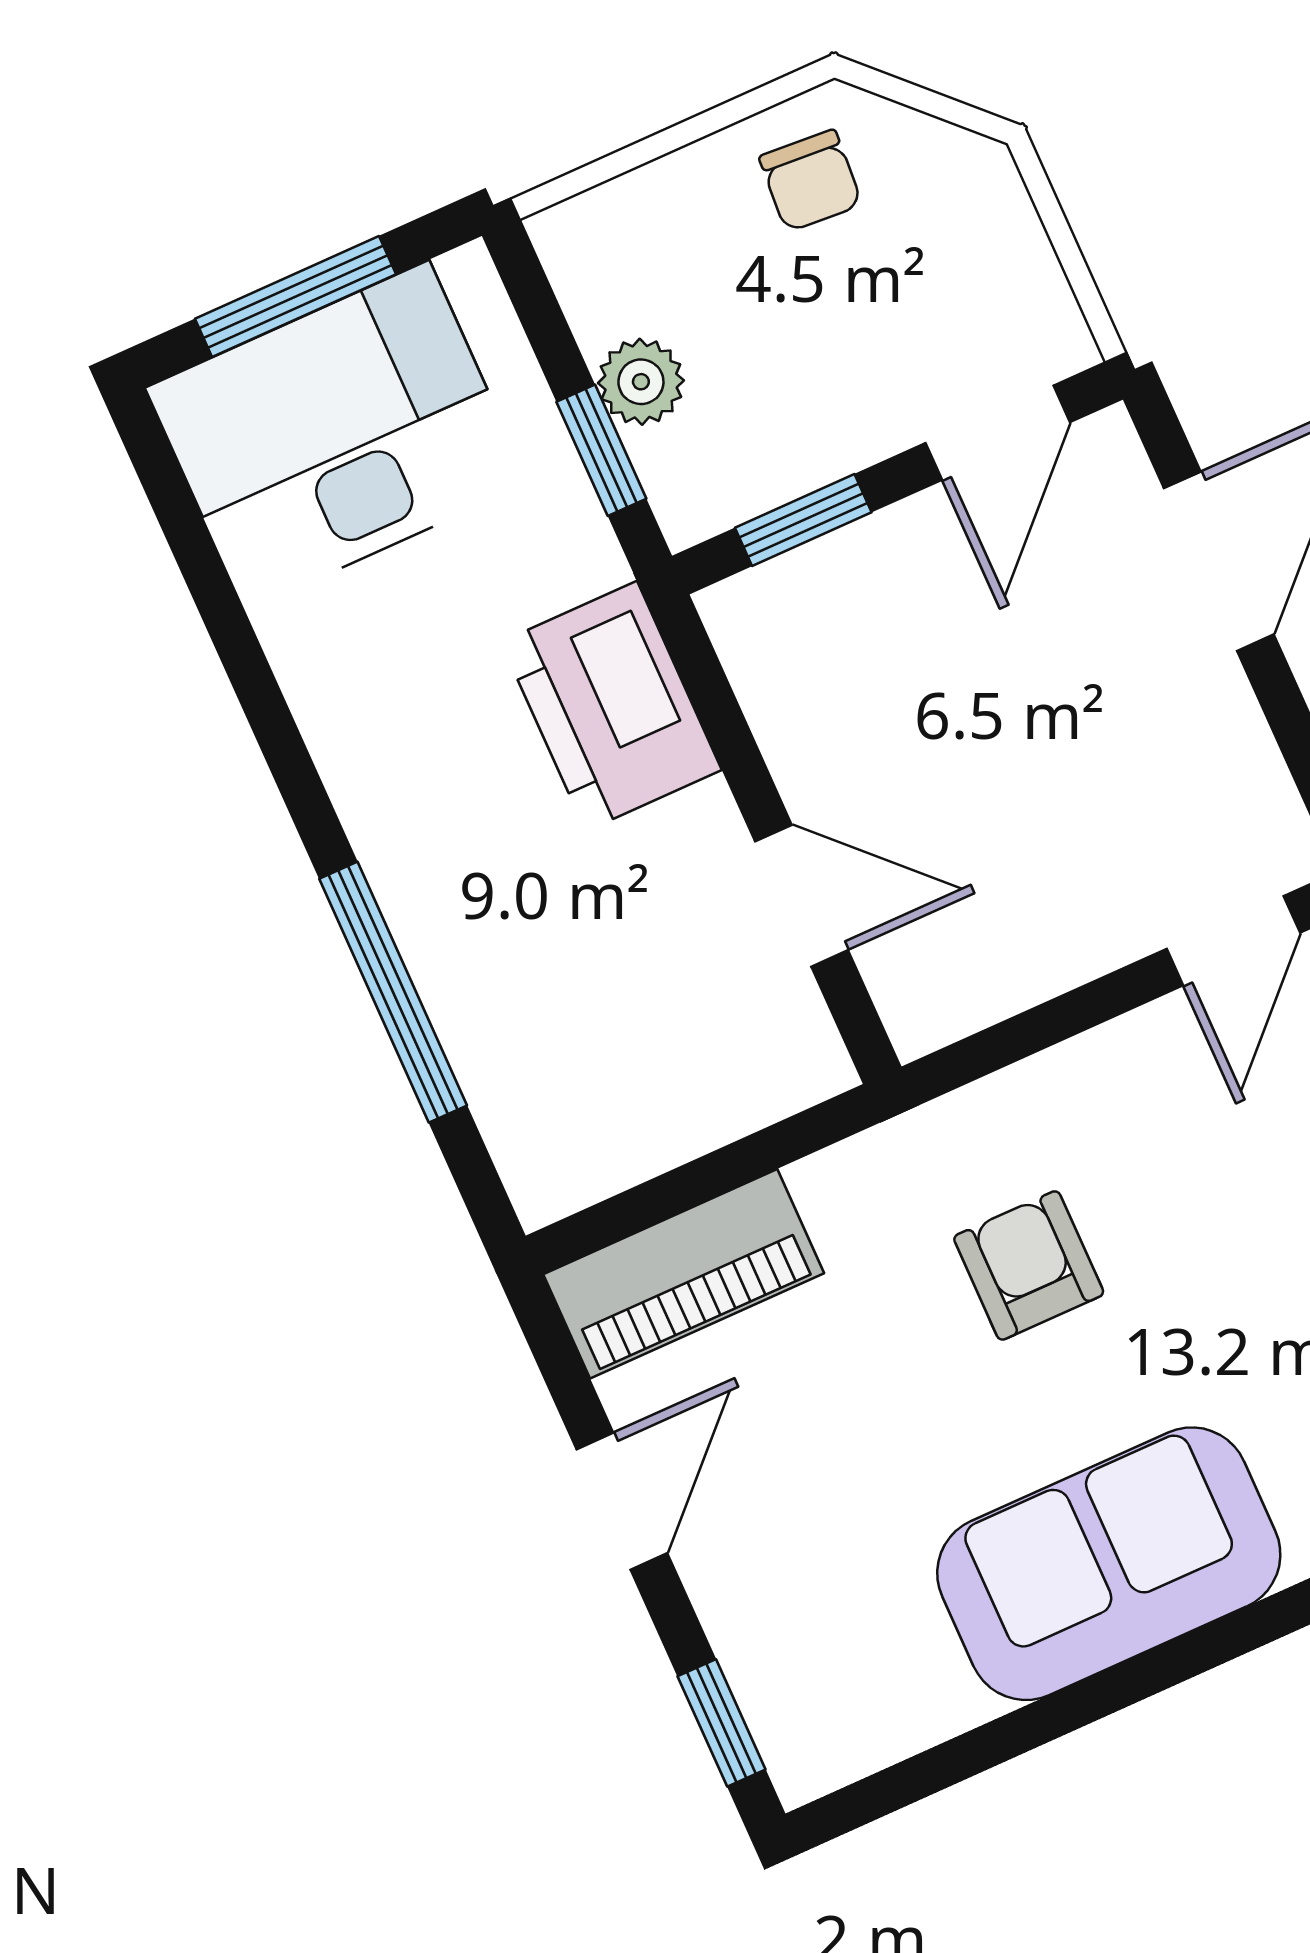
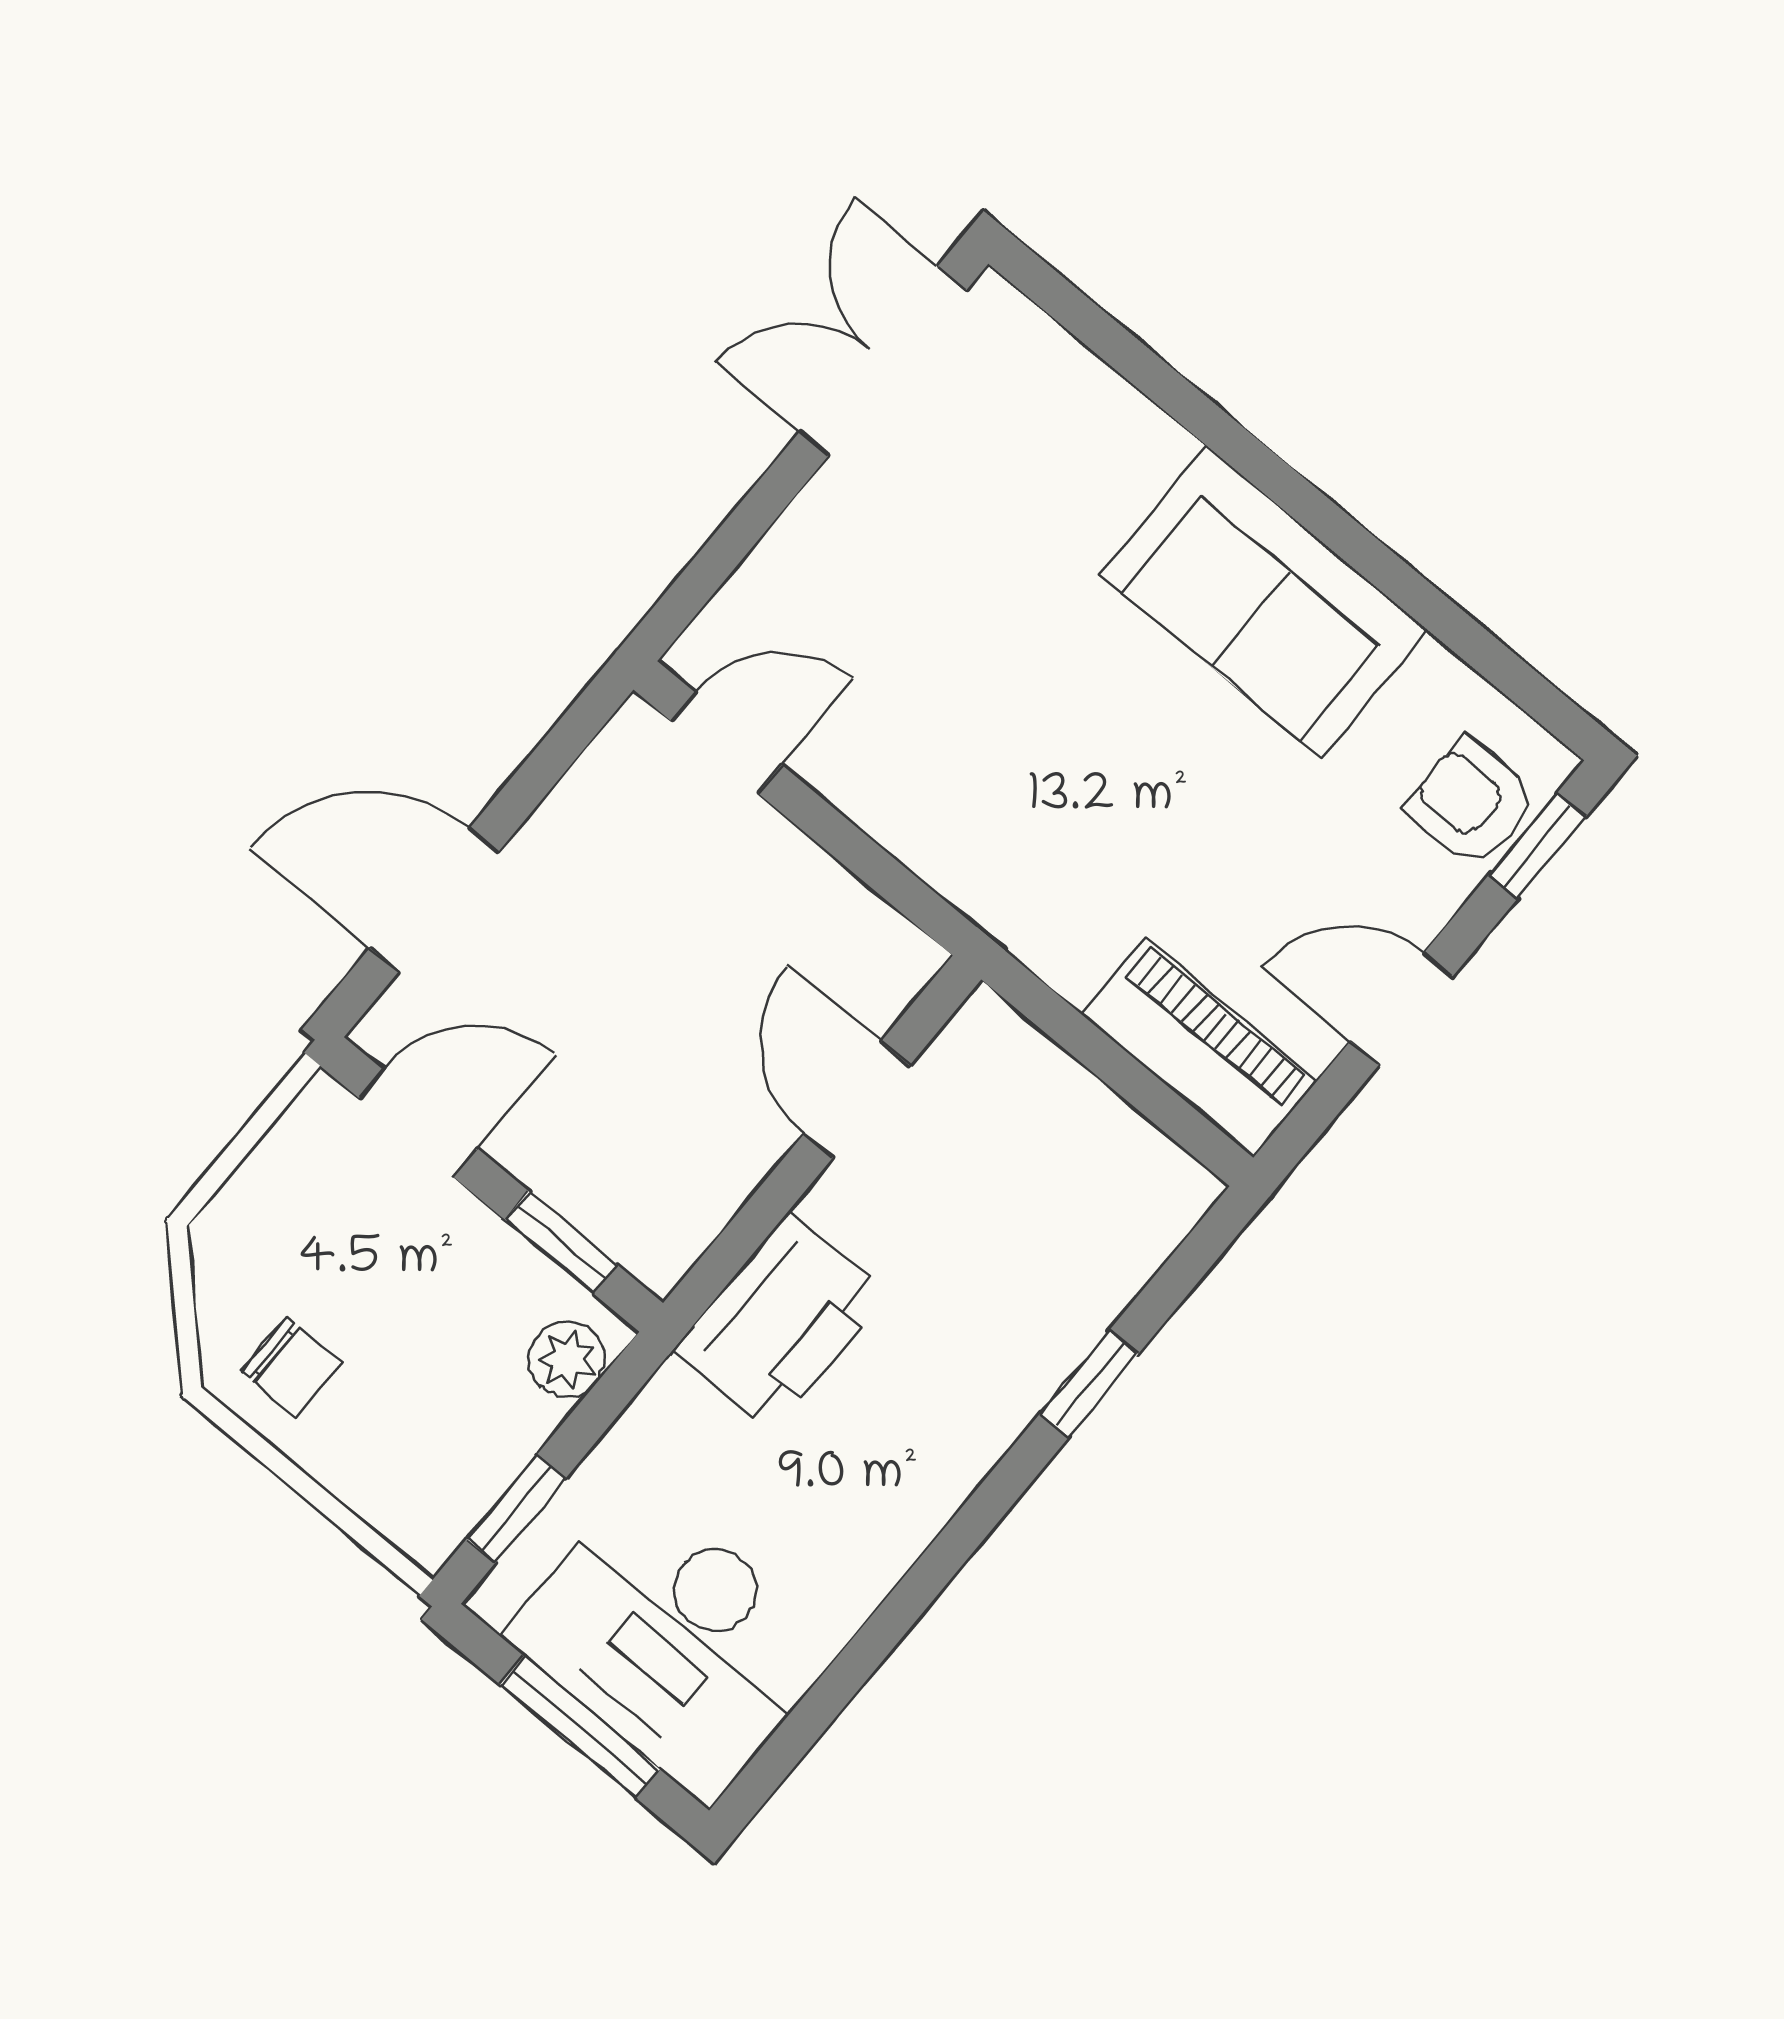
chair: (811, 181) -> (291, 1367), turned 86
plant: (641, 382) -> (567, 1359), moved
window: (601, 450) -> (516, 1509), moved
window: (393, 992) -> (1089, 1384), width x0.46
armchair: (1029, 1265) -> (1471, 802), moved, turned 90

